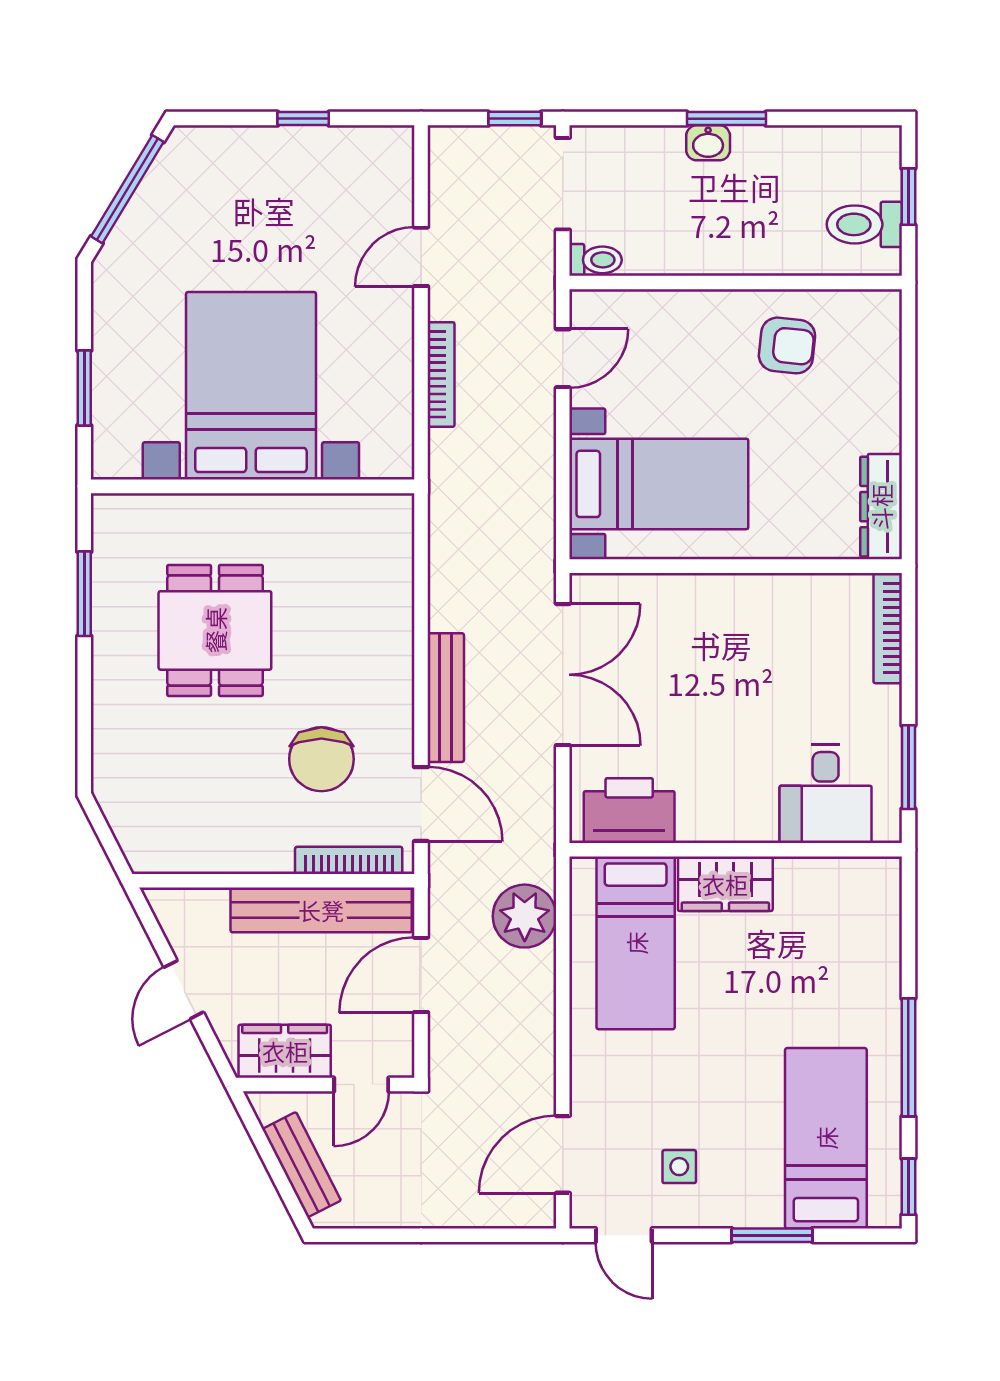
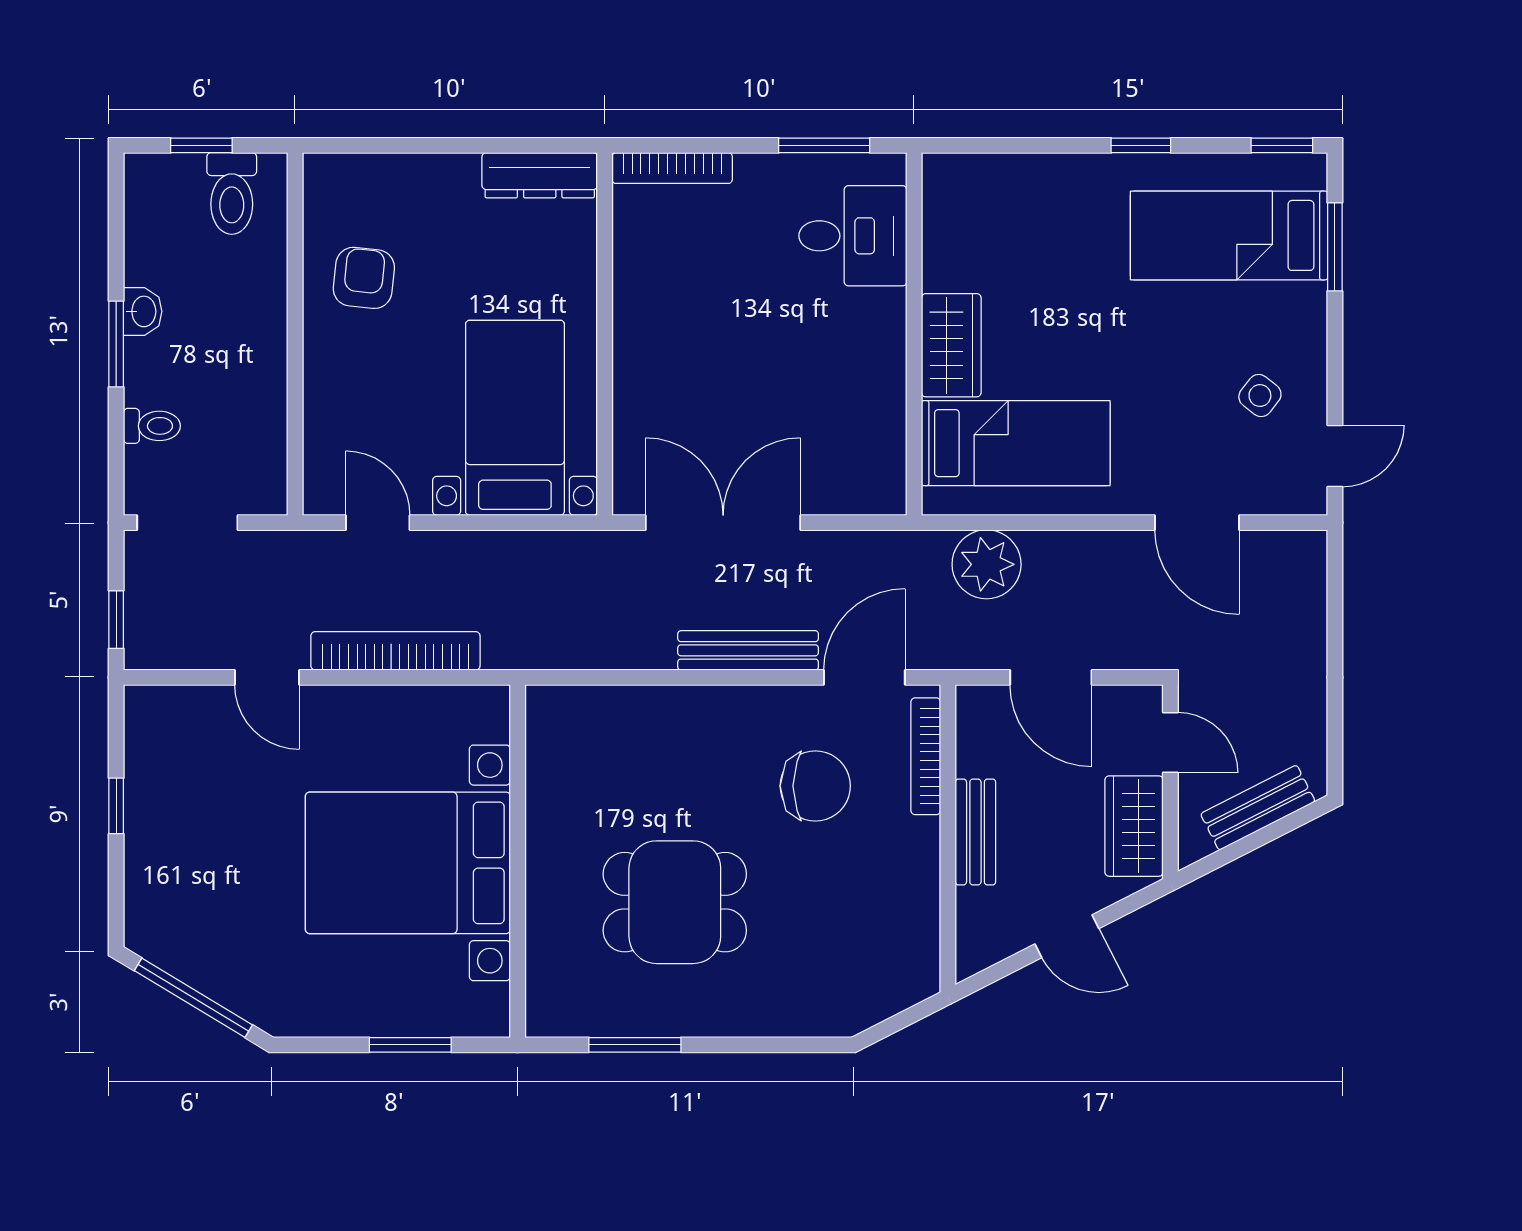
window: (515, 119) -> (116, 620), moved
washbasin: (708, 143) -> (143, 311), moved
toilet: (596, 260) -> (152, 426), moved, turned 90
bookcase: (441, 374) -> (395, 651), width x1.48, depth x1.31
printer: (629, 811) -> (871, 450), removed
bench: (321, 910) -> (975, 832), width x0.54, depth x0.82
window: (908, 1057) -> (1141, 145), width x0.46
door: (563, 1154) -> (1197, 523), moved
side table: (679, 1167) -> (1260, 395), turned 38
window: (772, 1235) -> (1335, 247), moved

